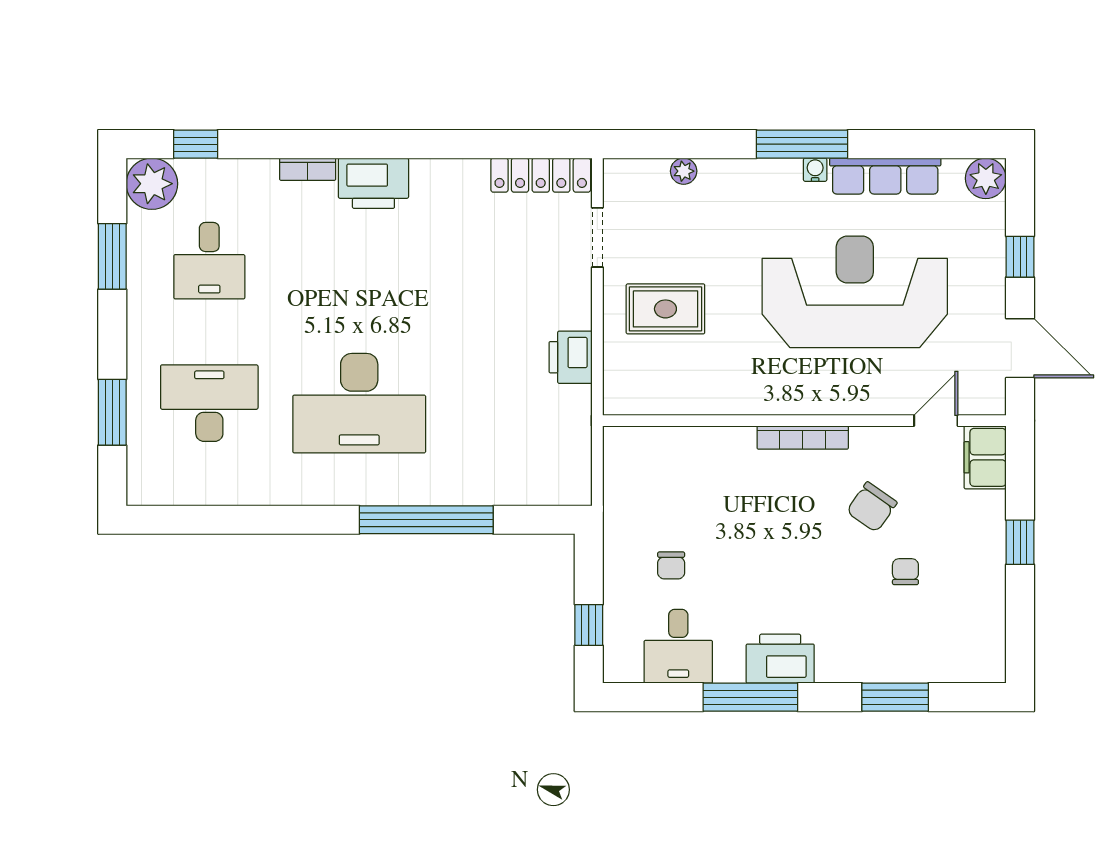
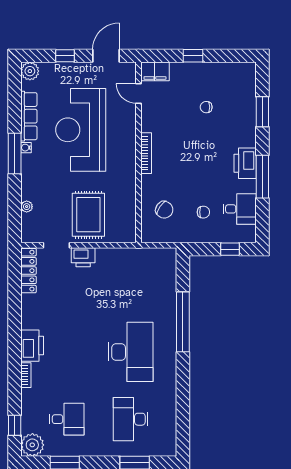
rug: (665, 309) -> (88, 215), width x1.36, depth x1.43
printer: (571, 357) -> (83, 257), moved
chair: (872, 507) -> (164, 210), moved

